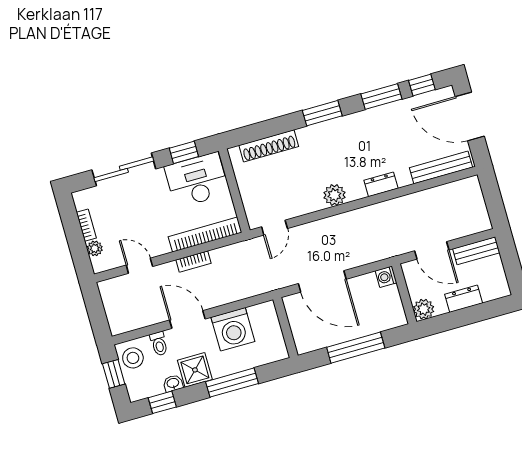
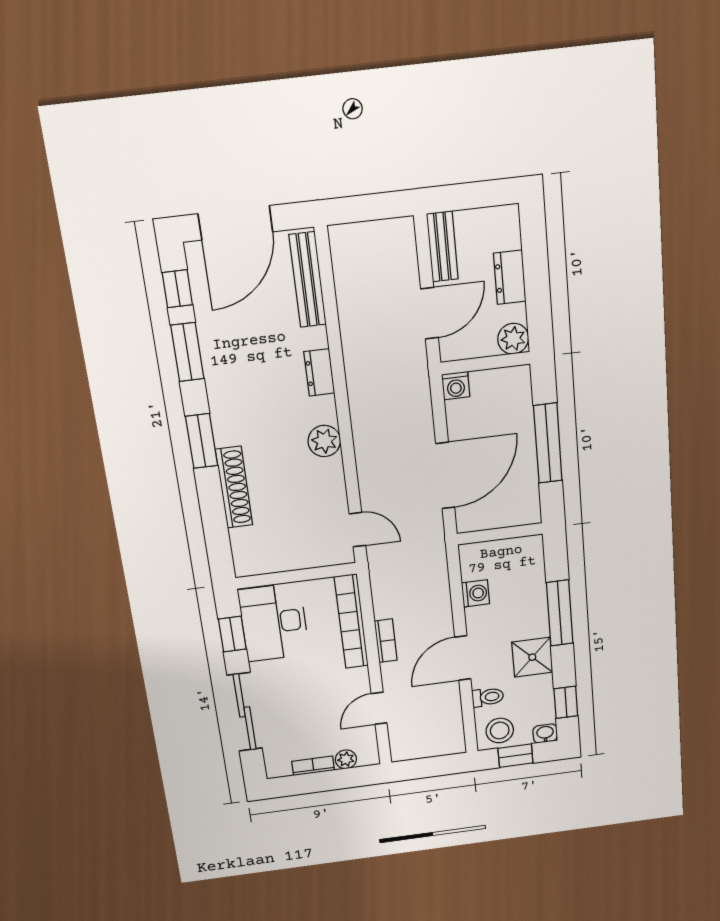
shoe rack: (269, 146) -> (234, 487), moved
washing machine: (233, 329) -> (475, 593), width x0.53, depth x0.53
washbasin: (173, 383) -> (545, 733), moved, turned 90

